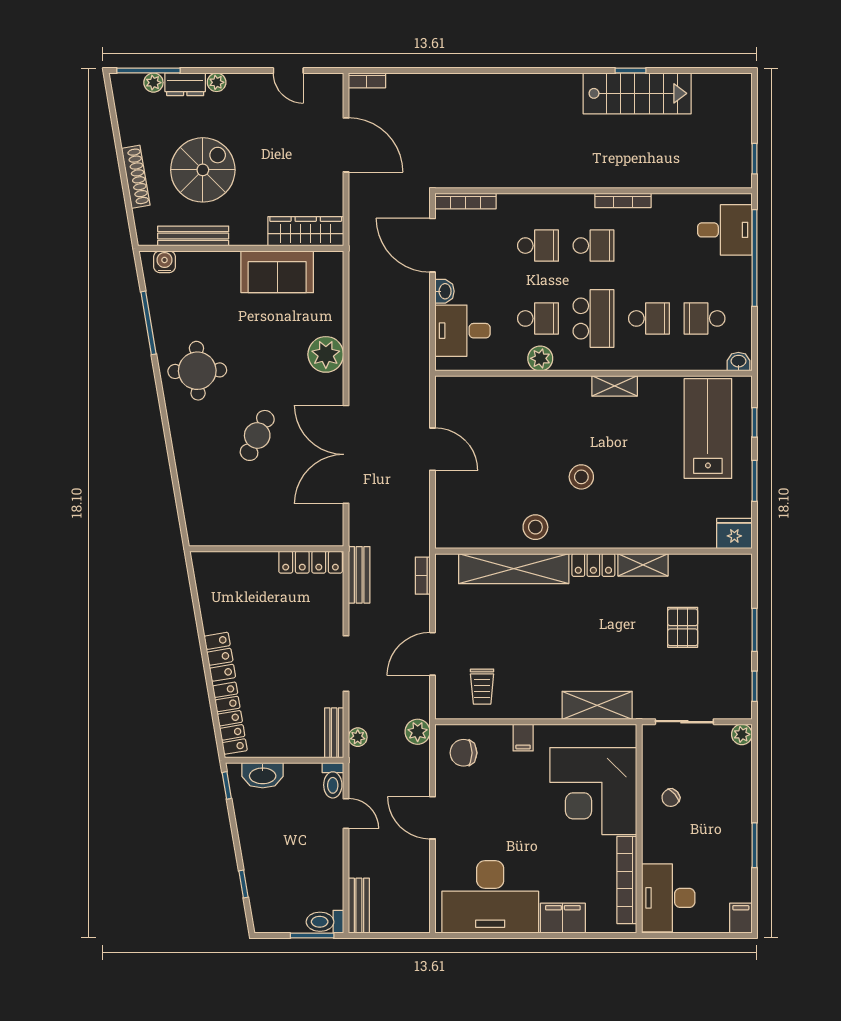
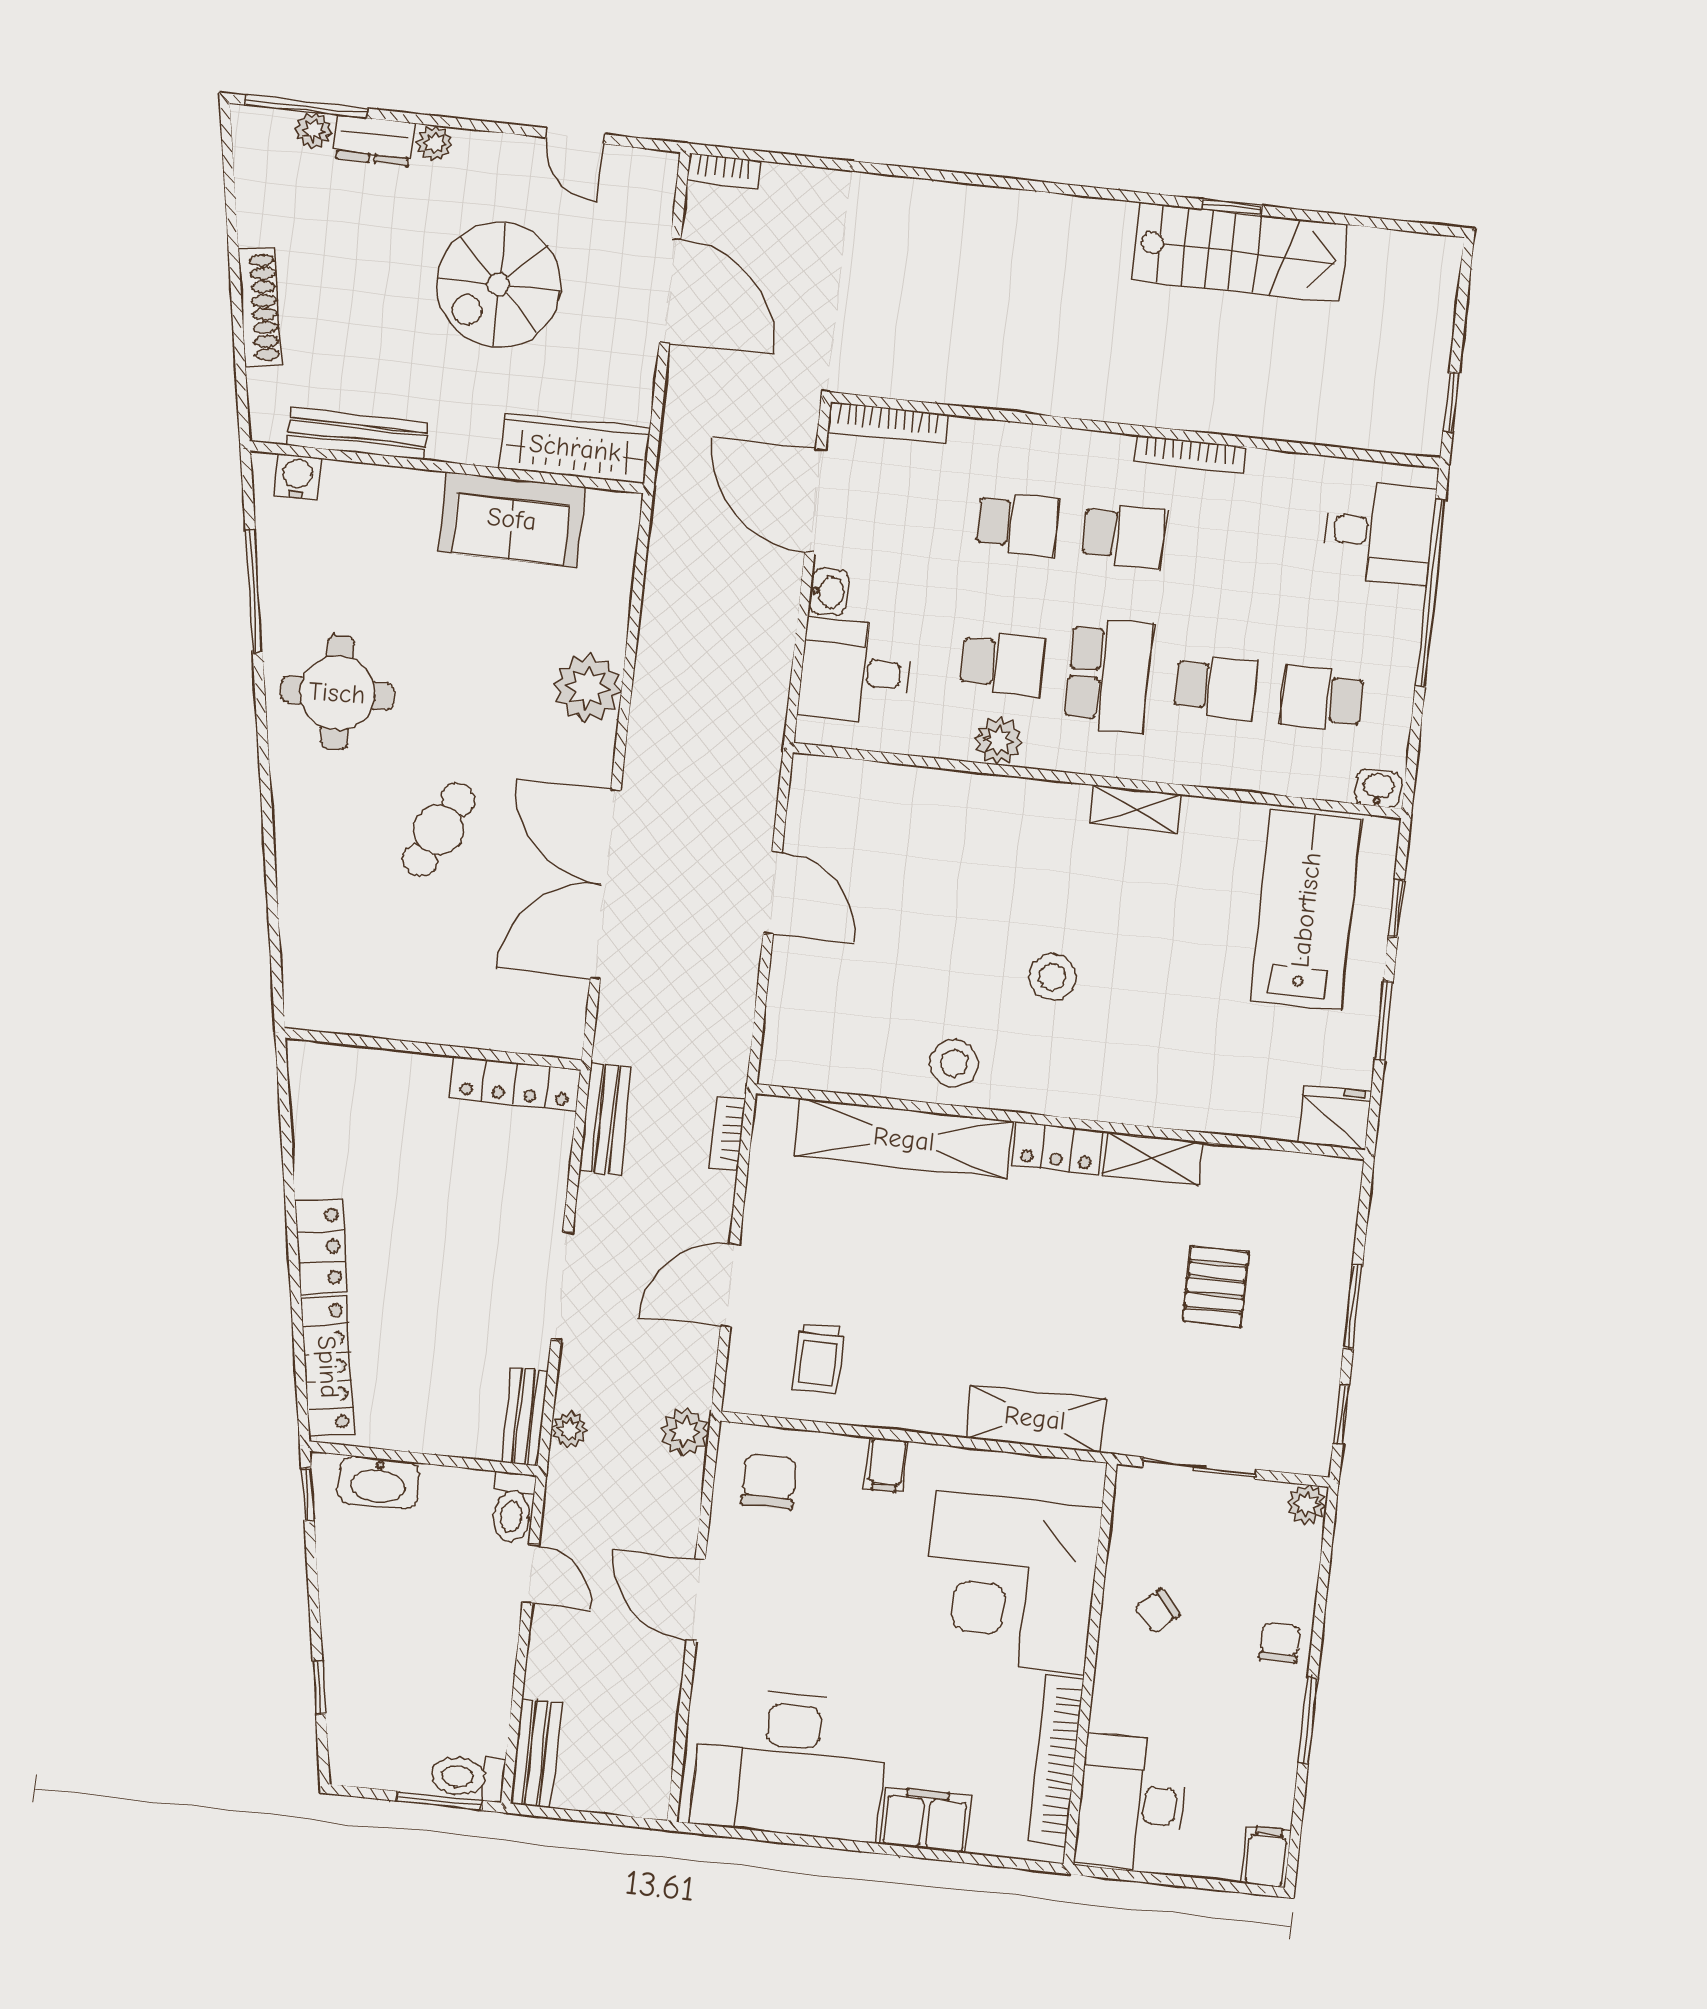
spiral stairs: (203, 170) -> (499, 284), moved, turned 180
chair: (463, 753) -> (769, 1482), turned 90
chair: (736, 807) -> (1280, 1643), added

